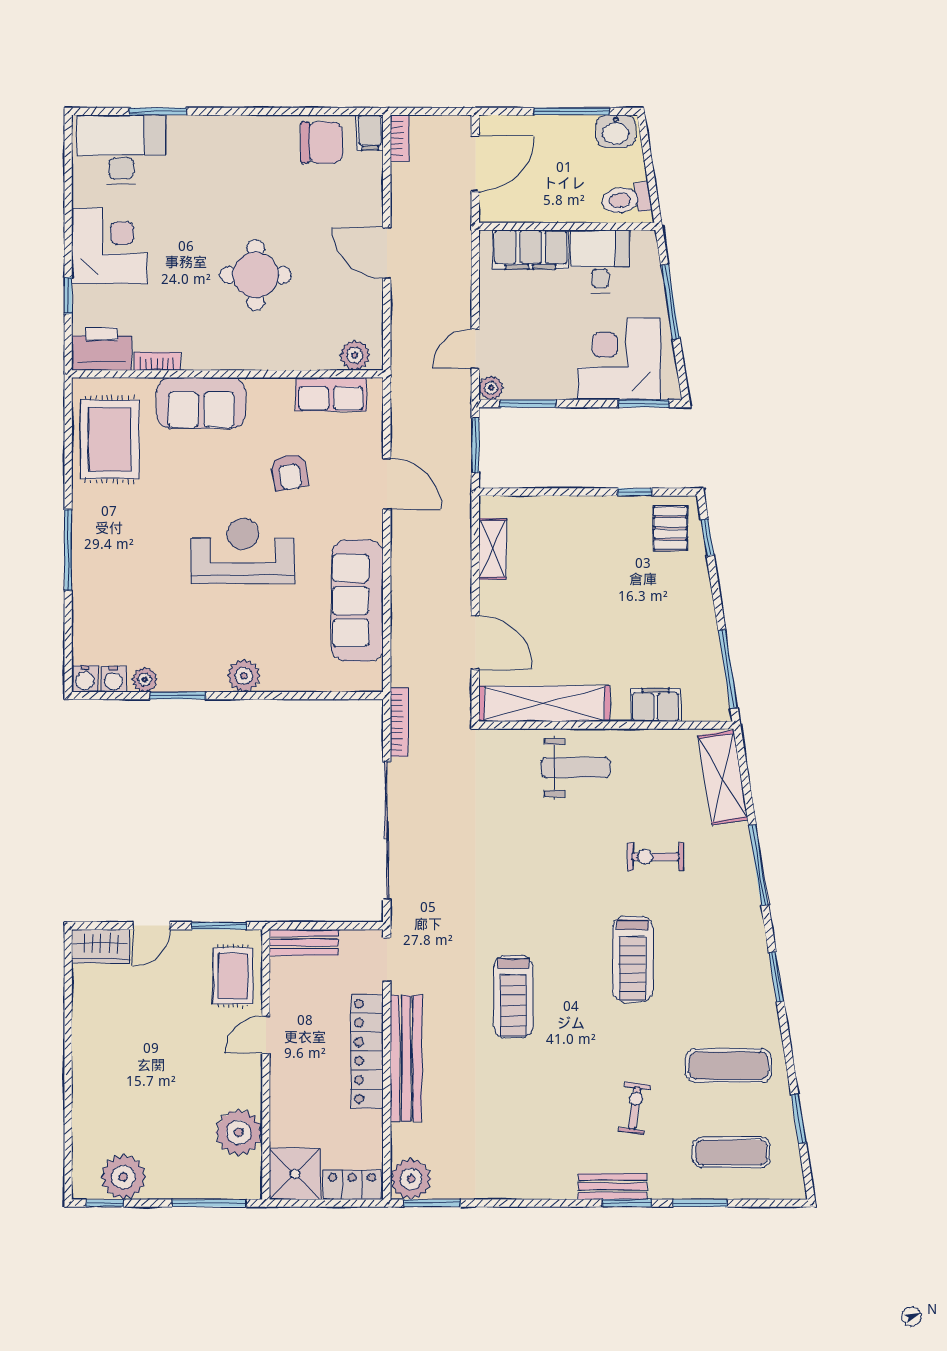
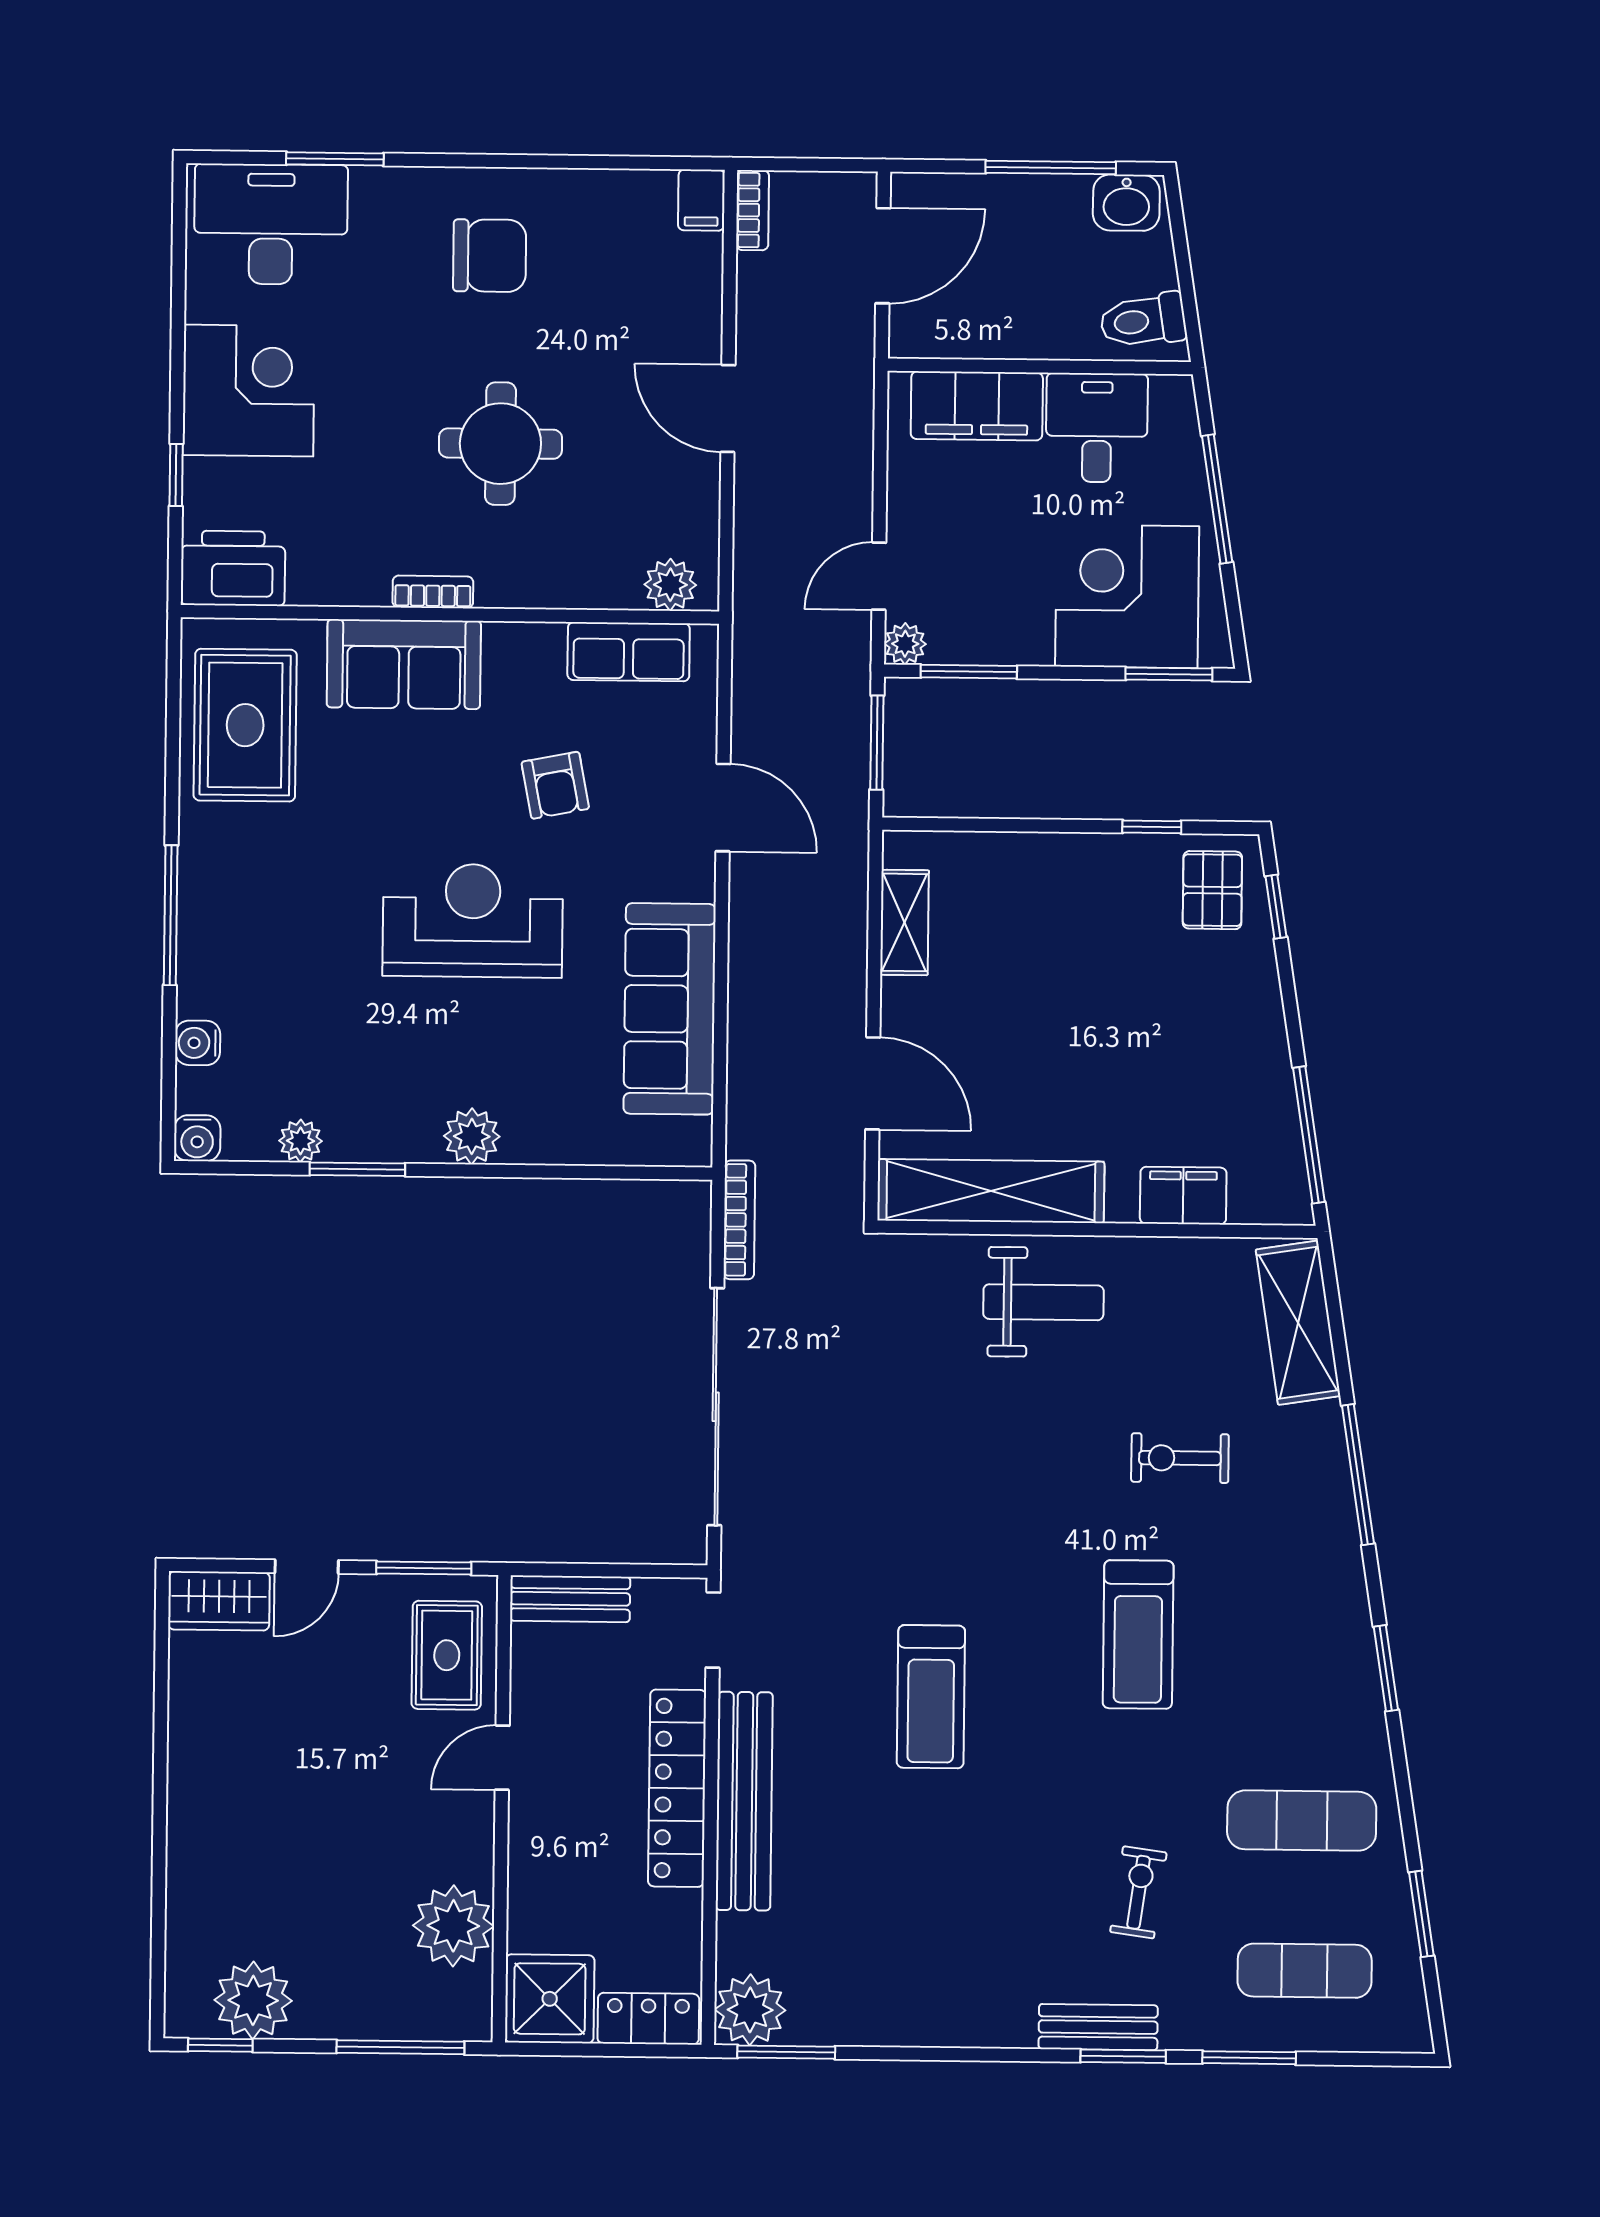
chair: (322, 143) -> (490, 256), moved
bookcase: (157, 361) -> (433, 592), moved
water cooler: (114, 679) -> (198, 1043), moved, turned 90

